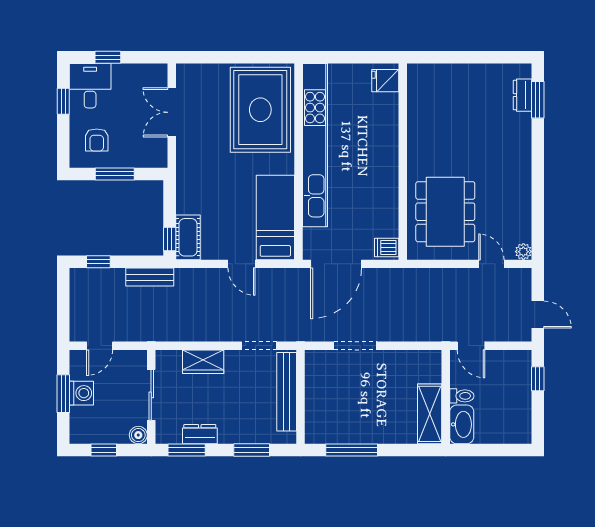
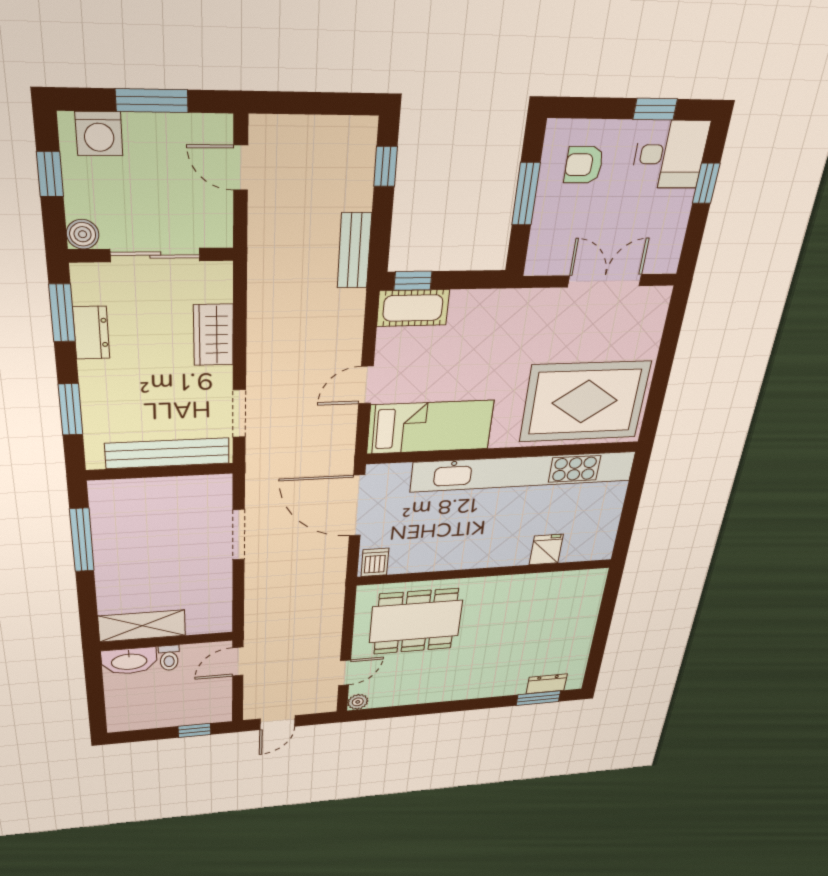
fridge: (385, 81) -> (546, 550), moved
washing machine: (81, 393) -> (99, 134), moved

